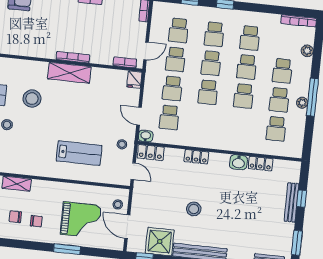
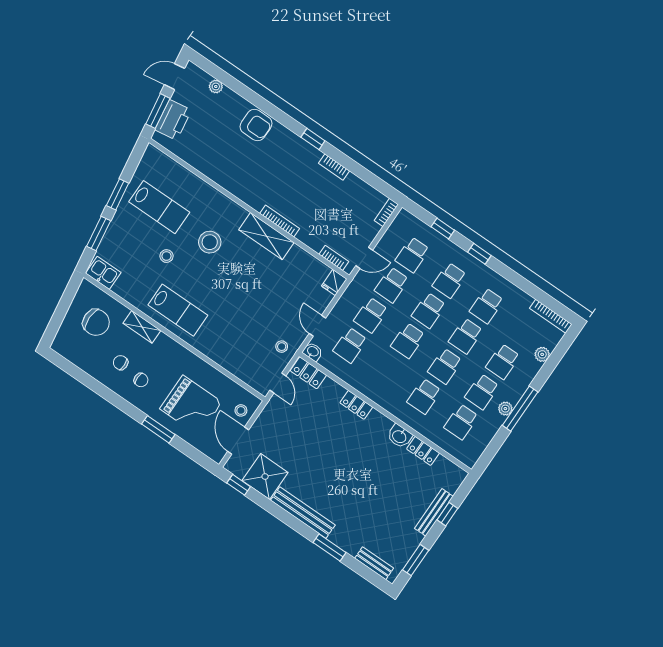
school desk: (241, 125) -> (424, 396), added
lab bench: (79, 153) -> (178, 310), moved
stool: (194, 209) -> (322, 461), removed

